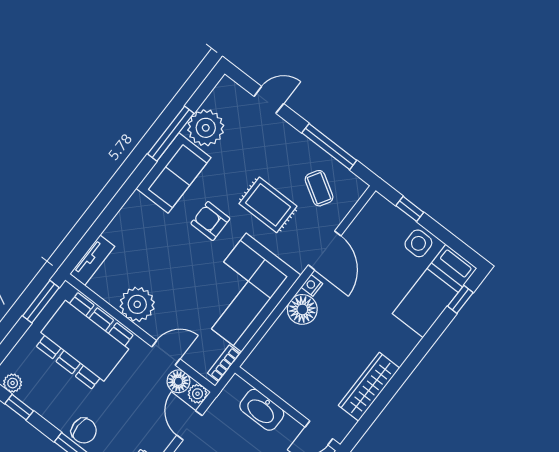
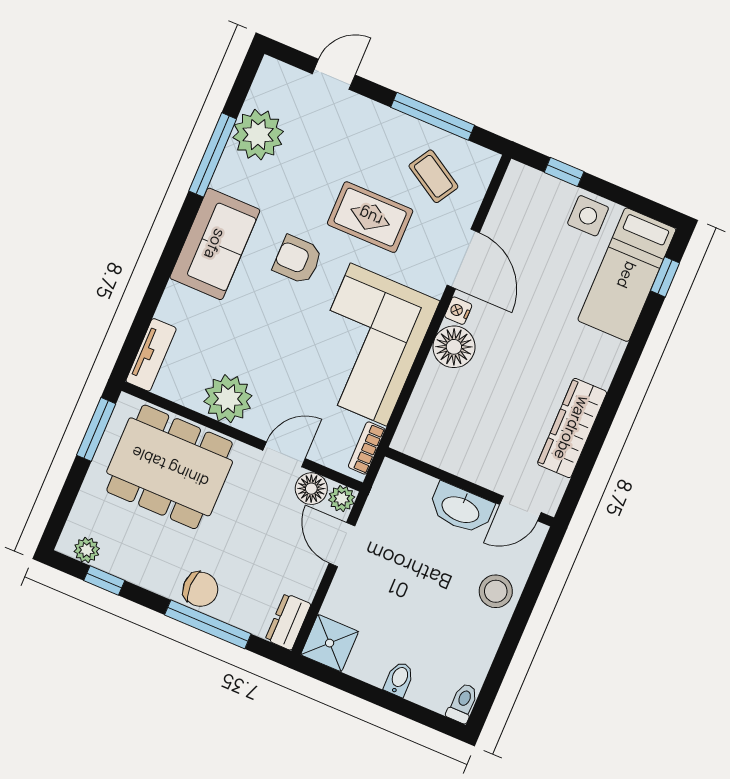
sofa: (173, 173) -> (215, 244), moved
washbasin: (262, 410) -> (461, 509), moved

